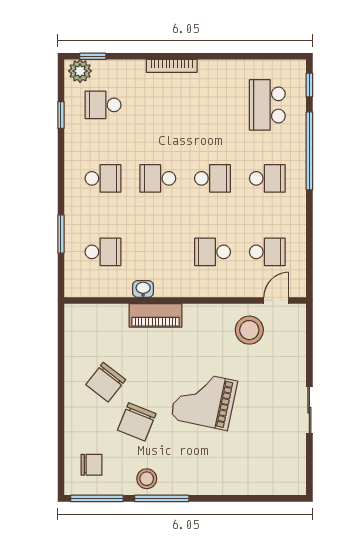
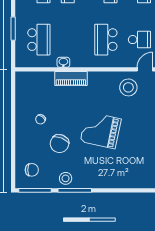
school desk: (103, 252) -> (39, 40), width x1.85
school desk: (213, 252) -> (106, 40), width x1.85
chair: (106, 382) -> (41, 119), width x0.54, depth x0.54

